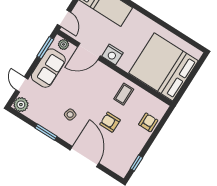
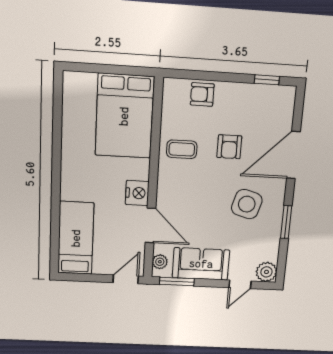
bed: (164, 67) -> (124, 116), width x0.73
side table: (70, 115) -> (247, 204), width x1.87, depth x1.87

